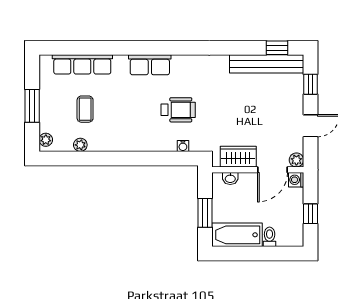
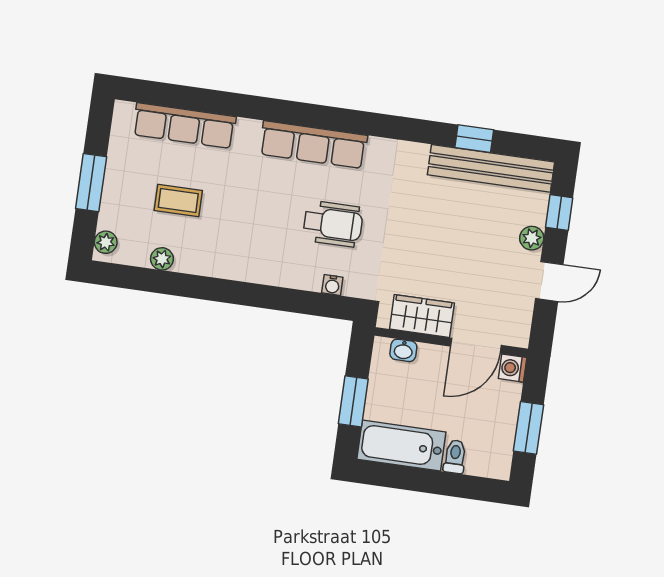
window: (277, 48) -> (474, 139), moved
row of seats: (150, 65) -> (313, 145), width x1.48
coffee table: (85, 109) -> (178, 201), turned 90
plant: (296, 160) -> (532, 238), moved
window: (310, 214) -> (528, 428), width x1.50

